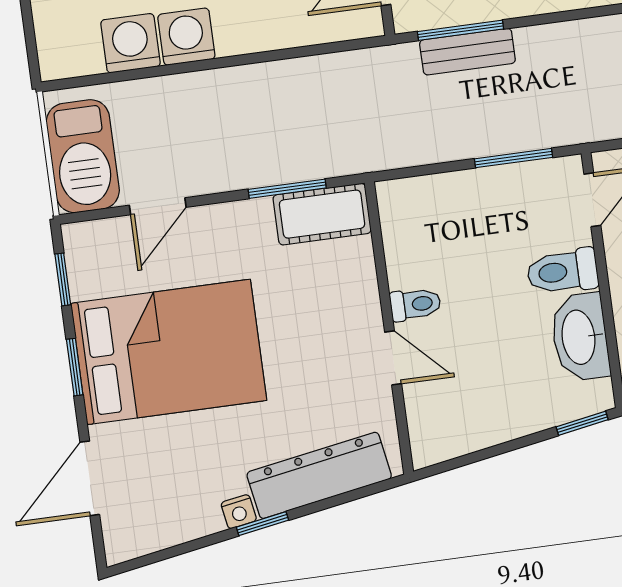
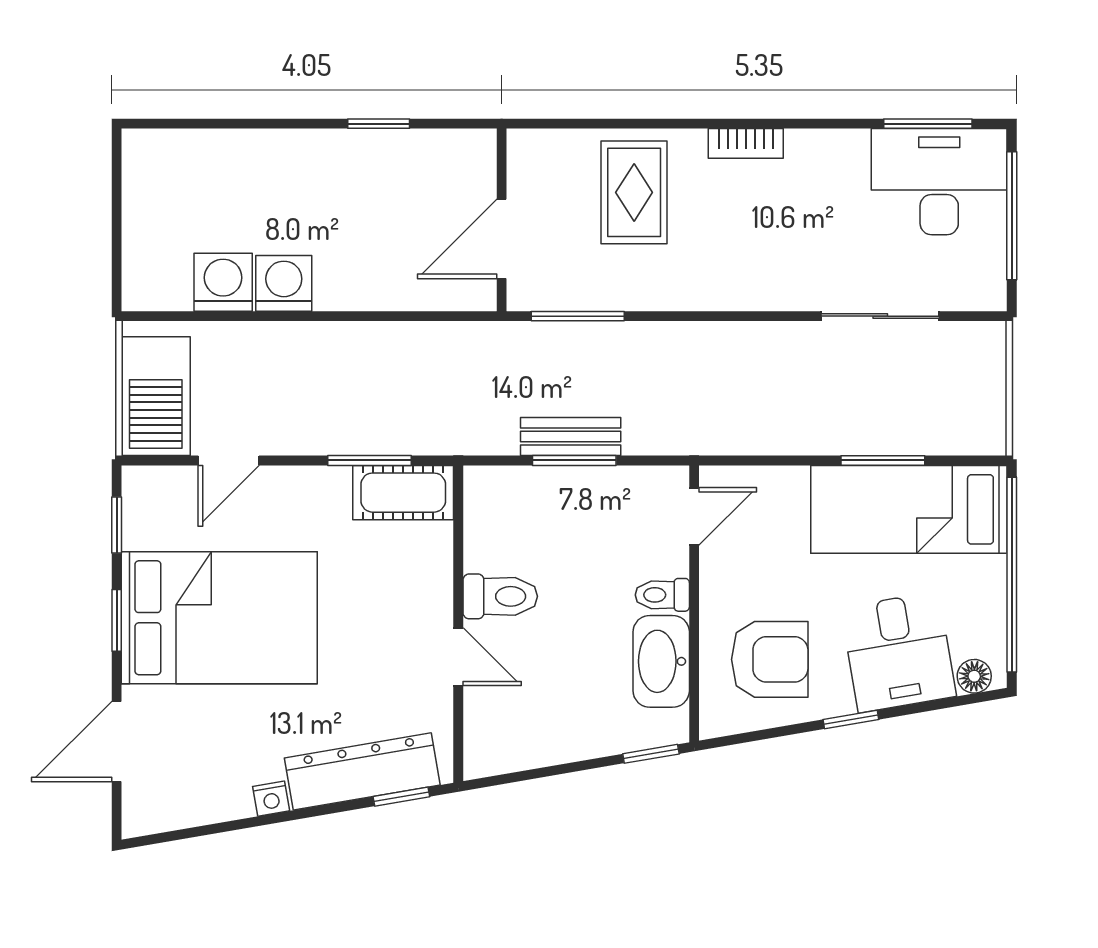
bench: (467, 52) -> (571, 437), moved
window: (514, 158) -> (574, 460), moved
toilet: (562, 271) -> (662, 595), width x0.73, depth x0.72
toilet: (415, 304) -> (500, 596), width x1.37, depth x1.39
window: (262, 524) -> (401, 797), moved

